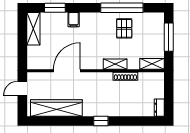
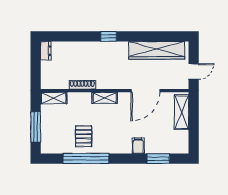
shelving: (33, 29) -> (182, 112), moved
shelving: (115, 64) -> (105, 98), moved

